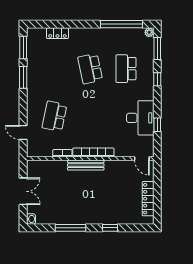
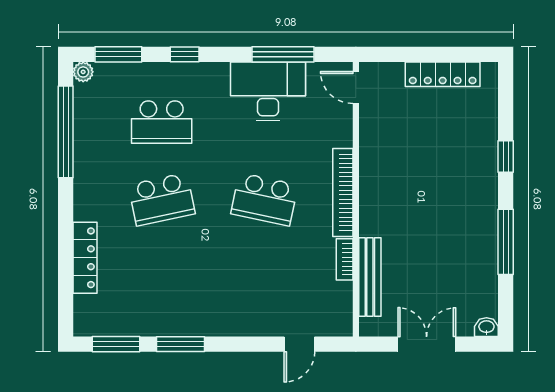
locker: (57, 33) -> (85, 258), width x1.53
school desk: (54, 116) -> (264, 199), moved
window: (157, 125) -> (283, 54), width x2.17
door: (142, 159) -> (356, 87), swing flipped
bench: (86, 165) -> (370, 277), moved

